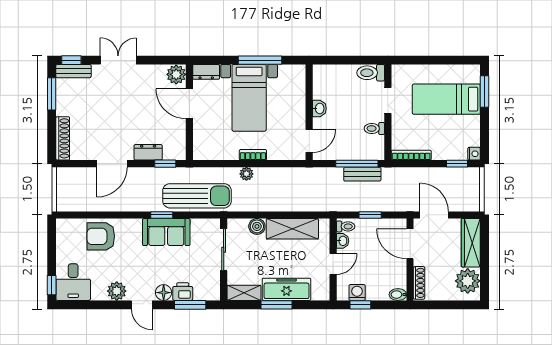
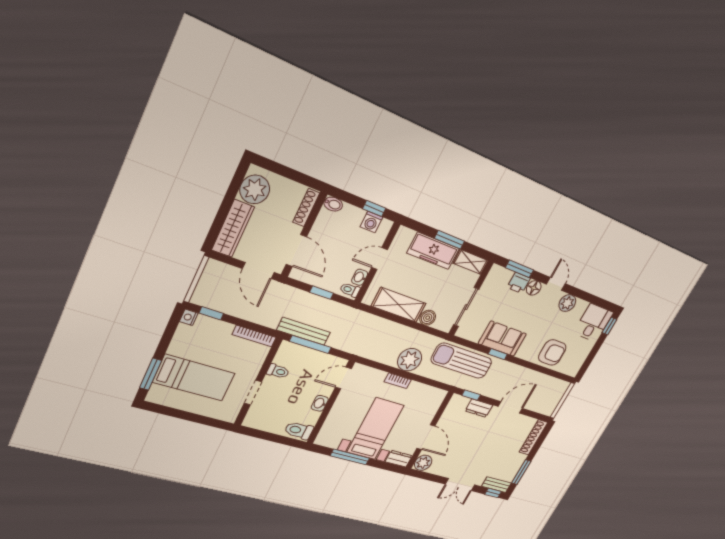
toilet: (371, 73) -> (299, 430), moved, turned 180
plant: (246, 174) -> (410, 360), width x1.87, depth x1.87
bench: (362, 174) -> (304, 331), width x1.36

